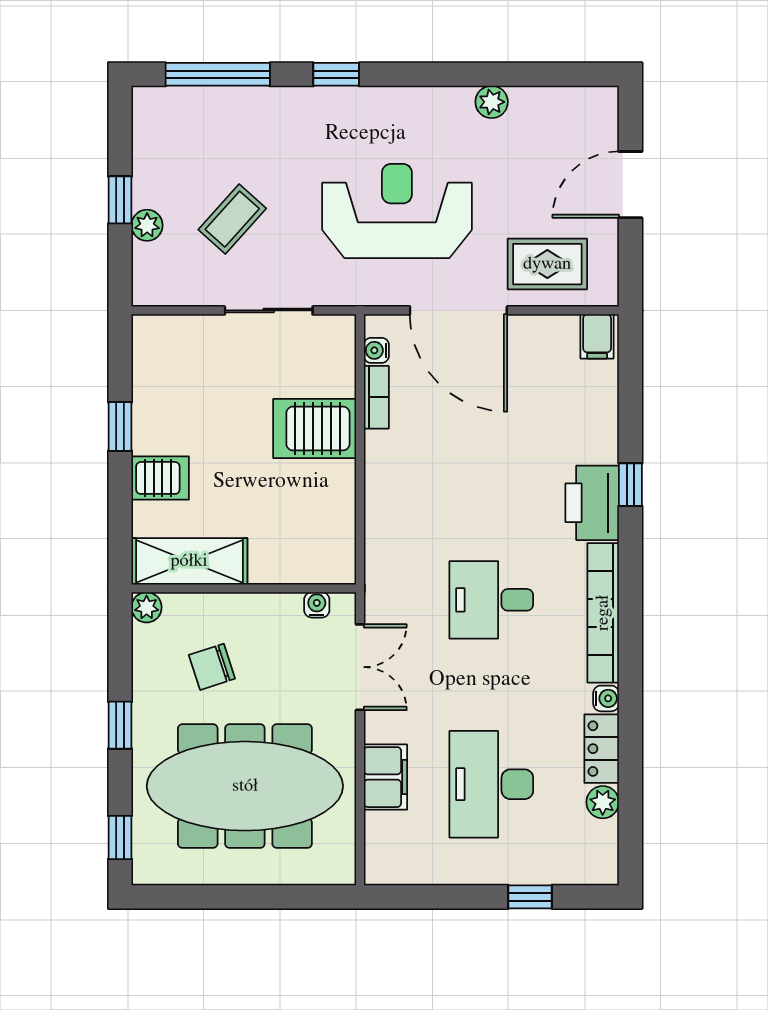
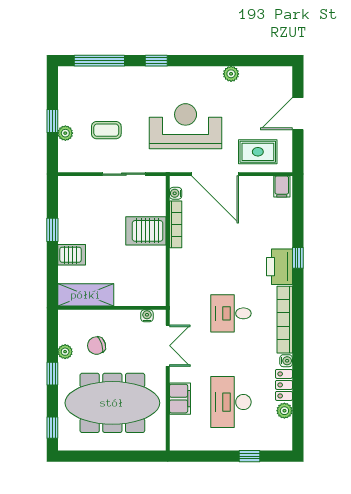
coffee table: (232, 219) -> (106, 130), turned 48
bookcase: (376, 397) -> (176, 224), width x1.56
plant: (147, 607) -> (65, 352), moved

